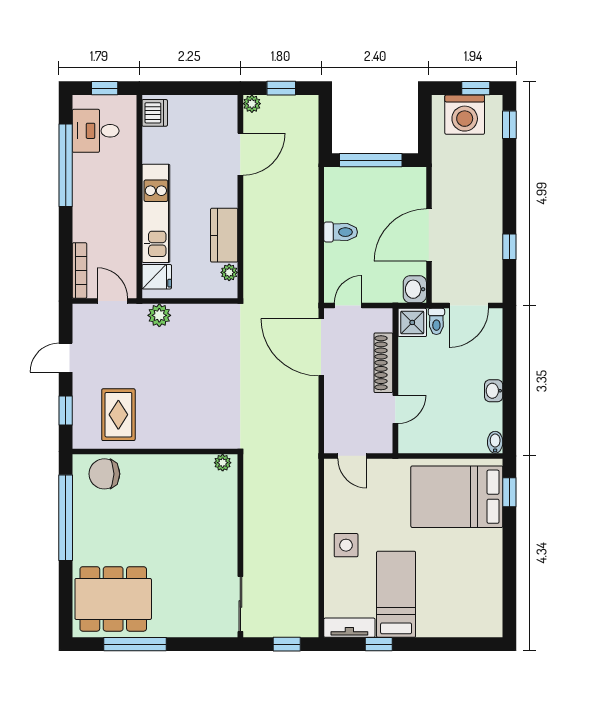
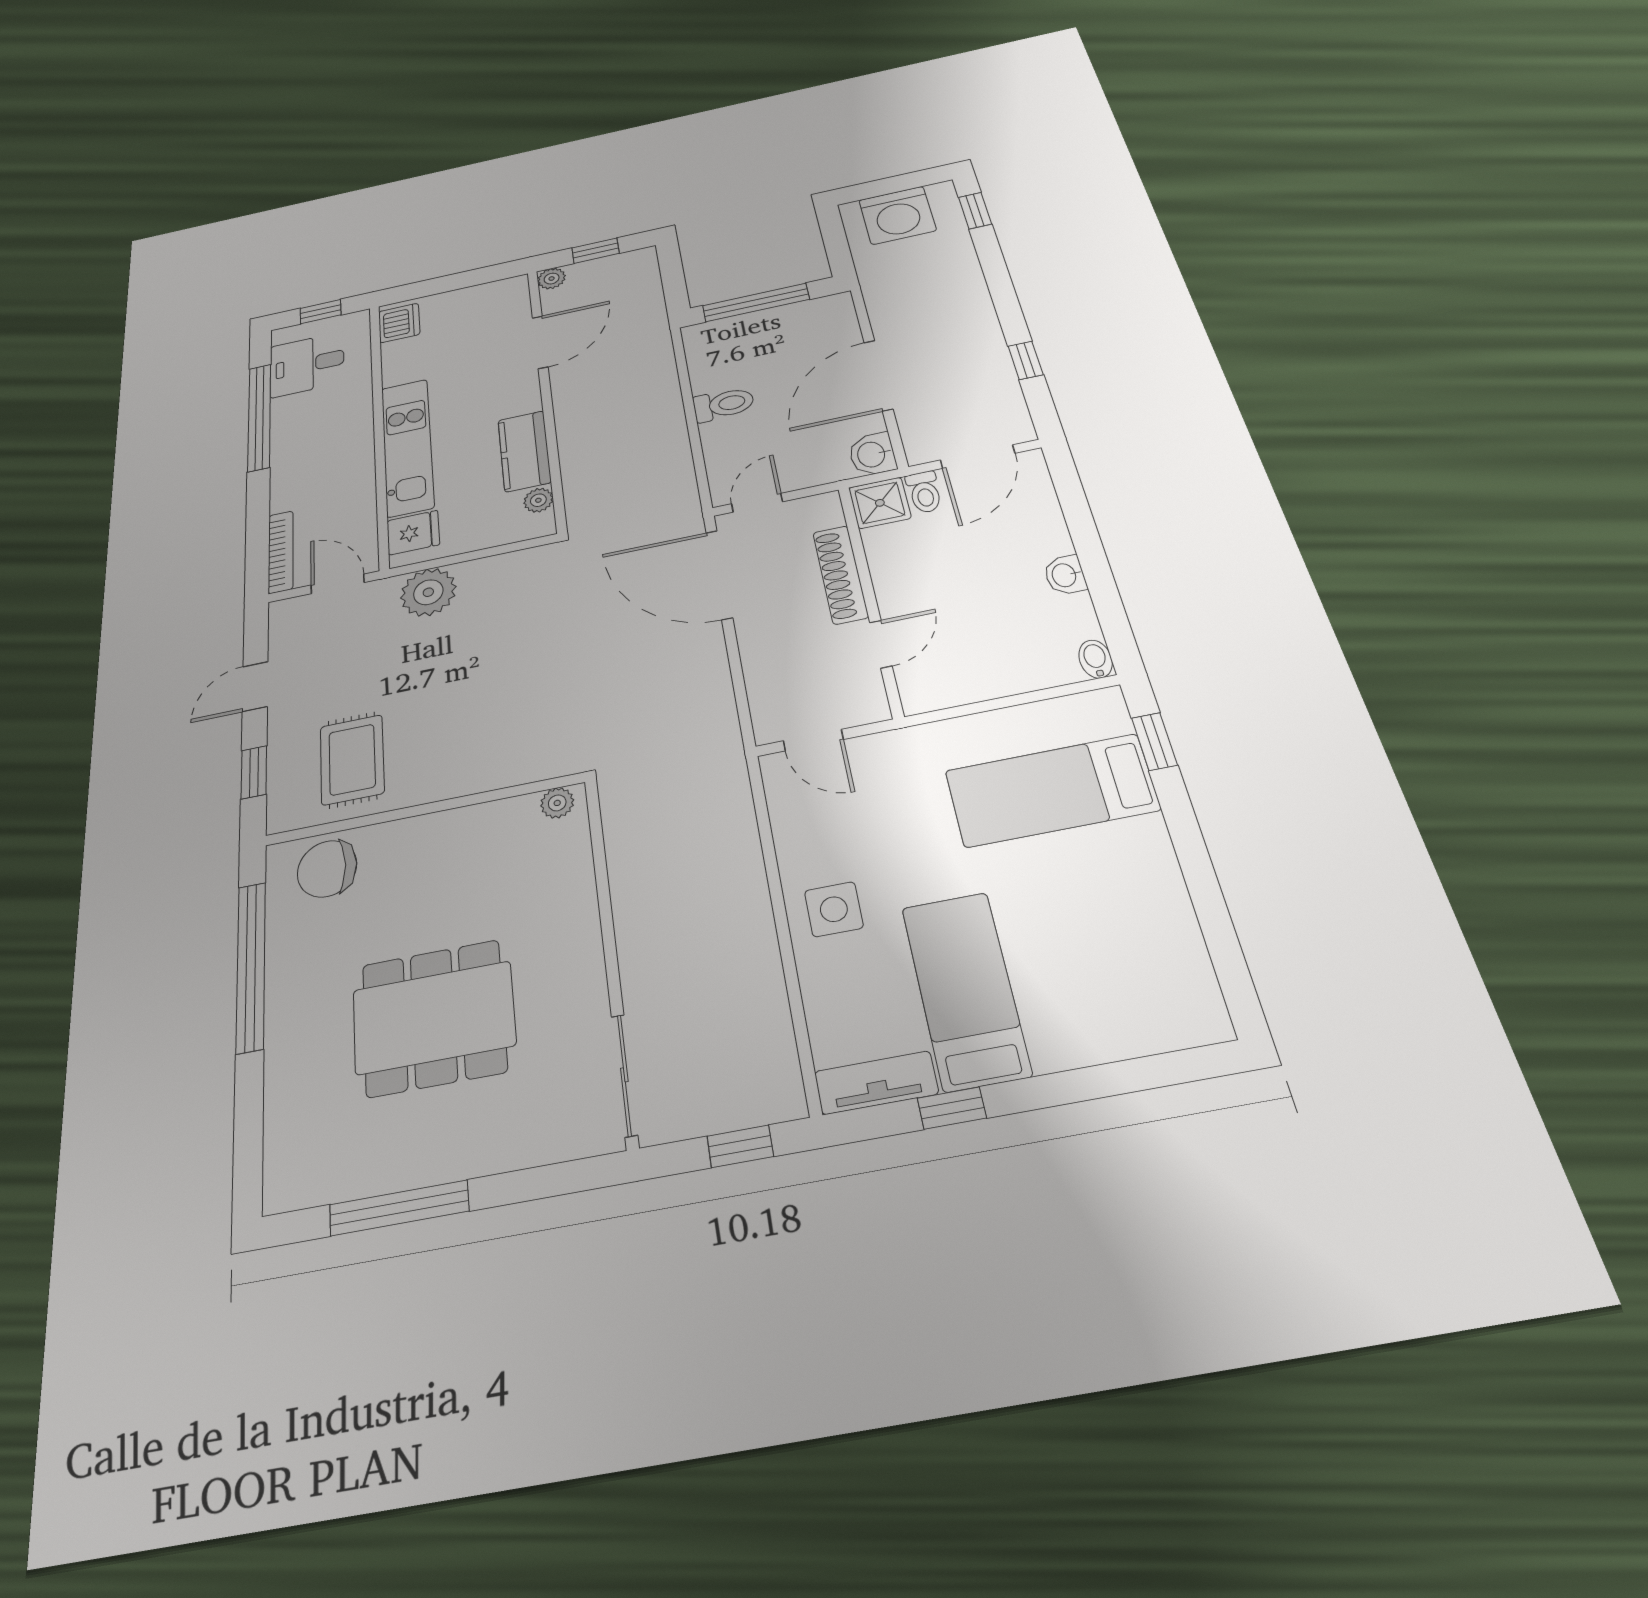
window: (476, 88) -> (906, 182), removed
plant: (159, 315) -> (428, 592), width x1.36, depth x1.36
bed: (457, 497) -> (1052, 790), width x0.67
dining table: (113, 599) -> (434, 1018), moved

